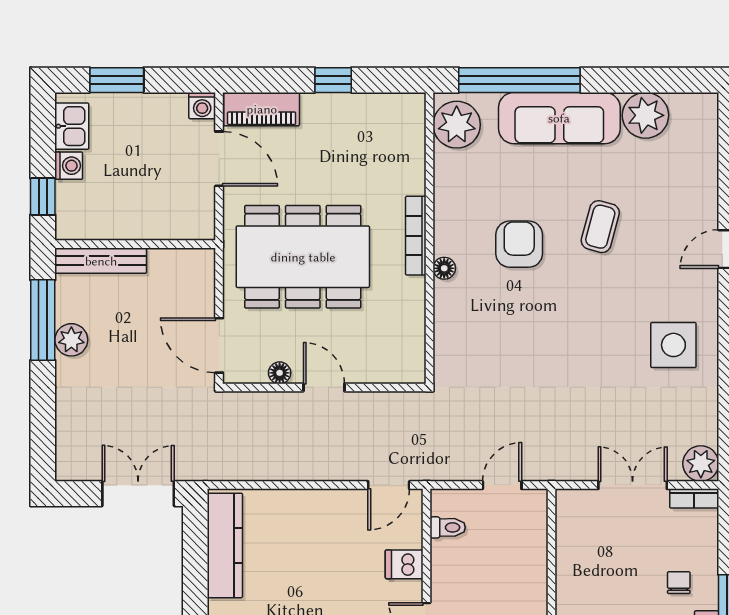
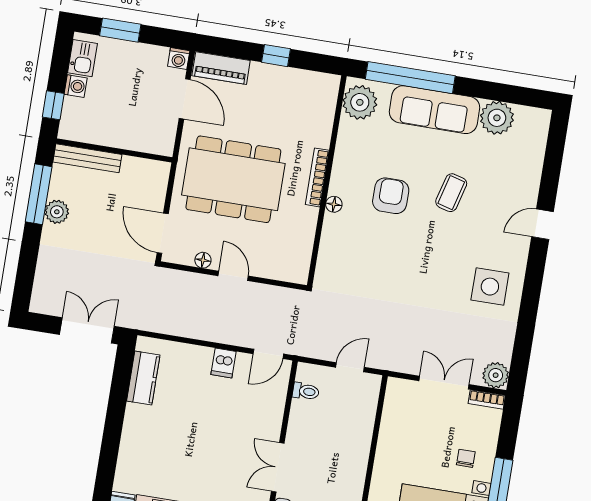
kitchen counter: (225, 545) -> (143, 378), width x0.67
dishwasher: (404, 564) -> (224, 363), moved, turned -90

